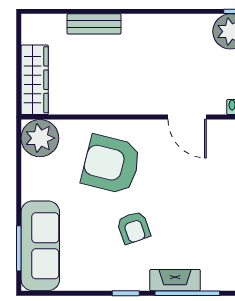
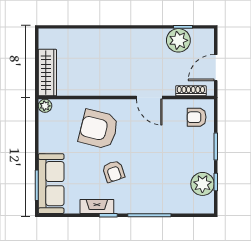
bench: (94, 24) -> (87, 35), removed
plant: (40, 138) -> (45, 106), width x0.53, depth x0.53
fireplace: (175, 280) -> (97, 207), moved

